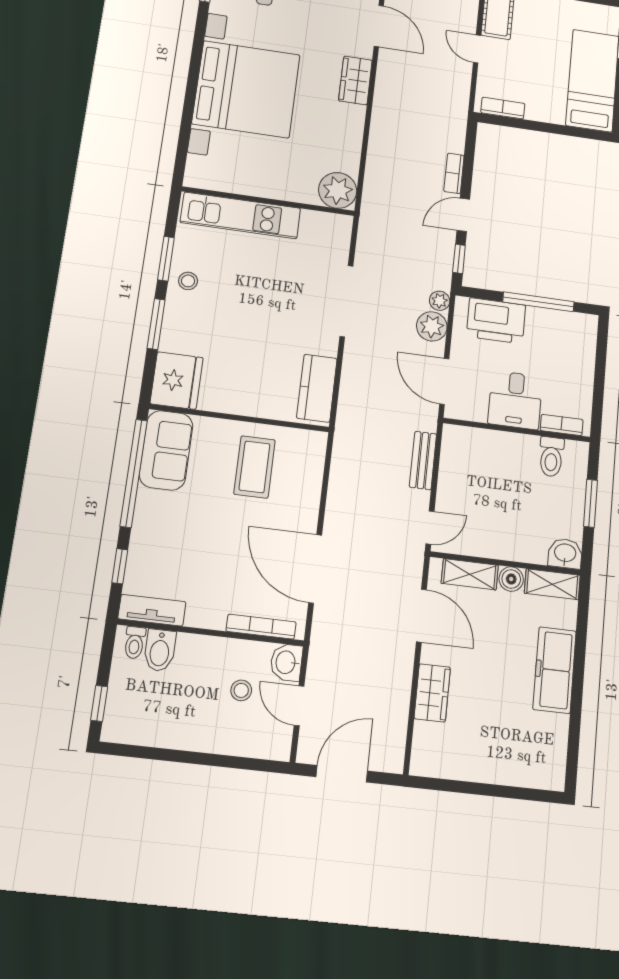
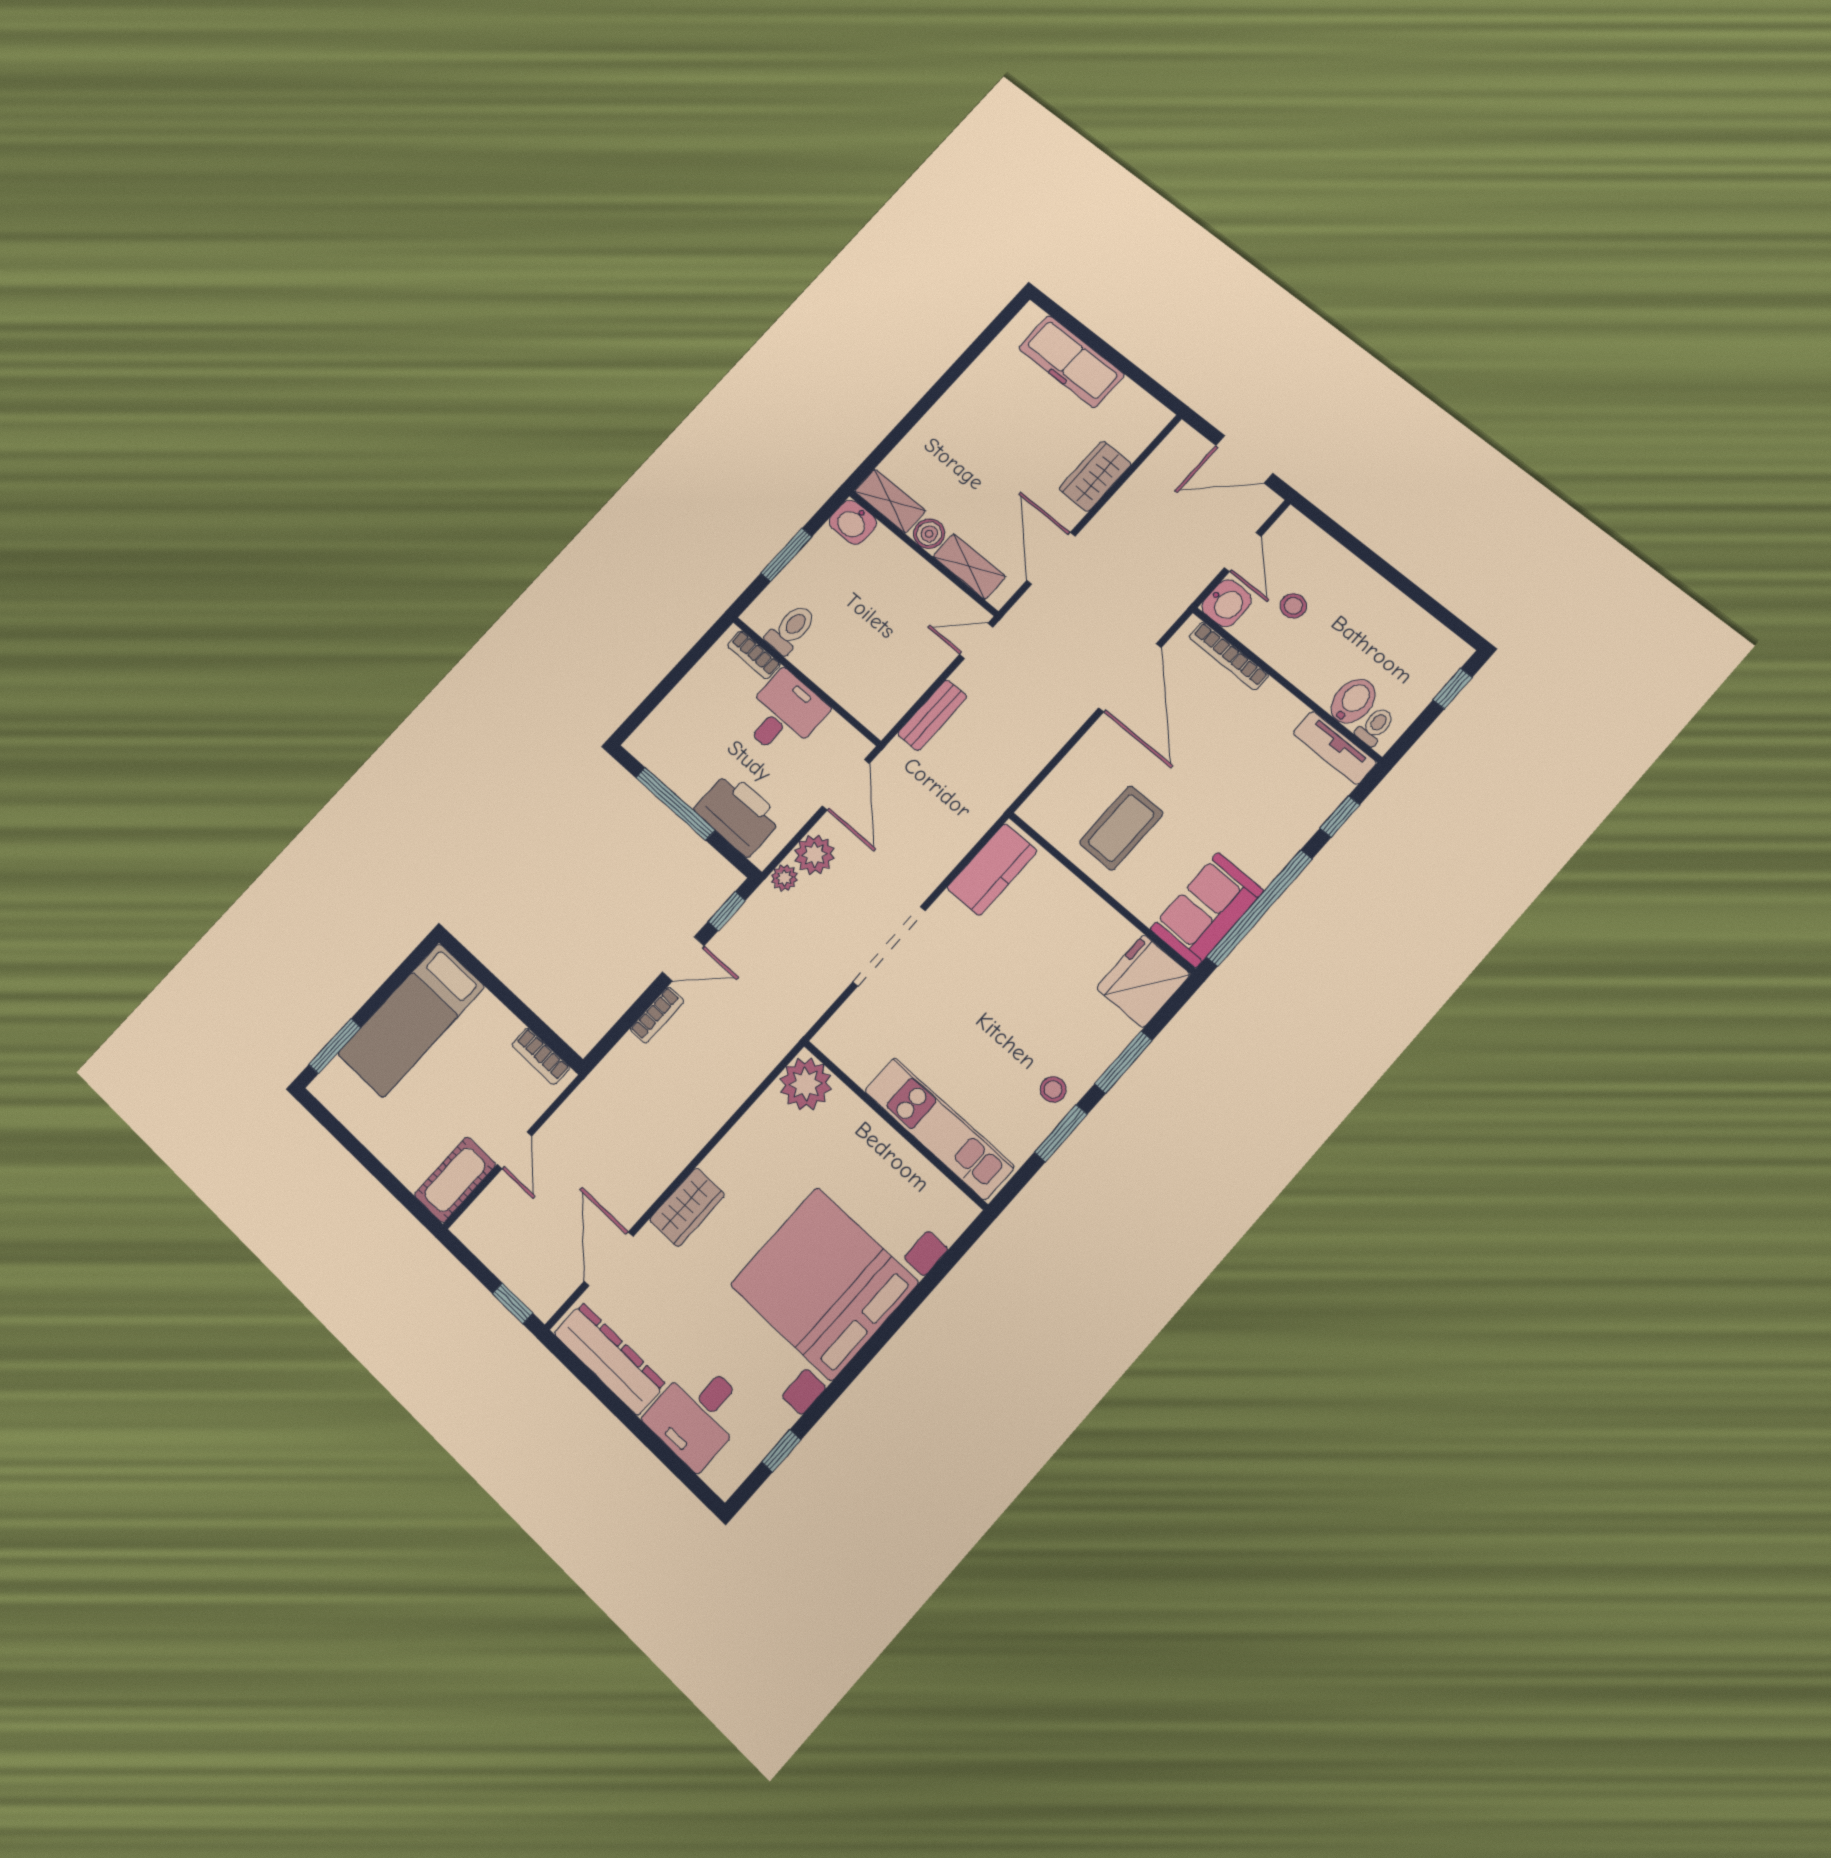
freezer: (555, 670) -> (1071, 362), moved, turned 90

